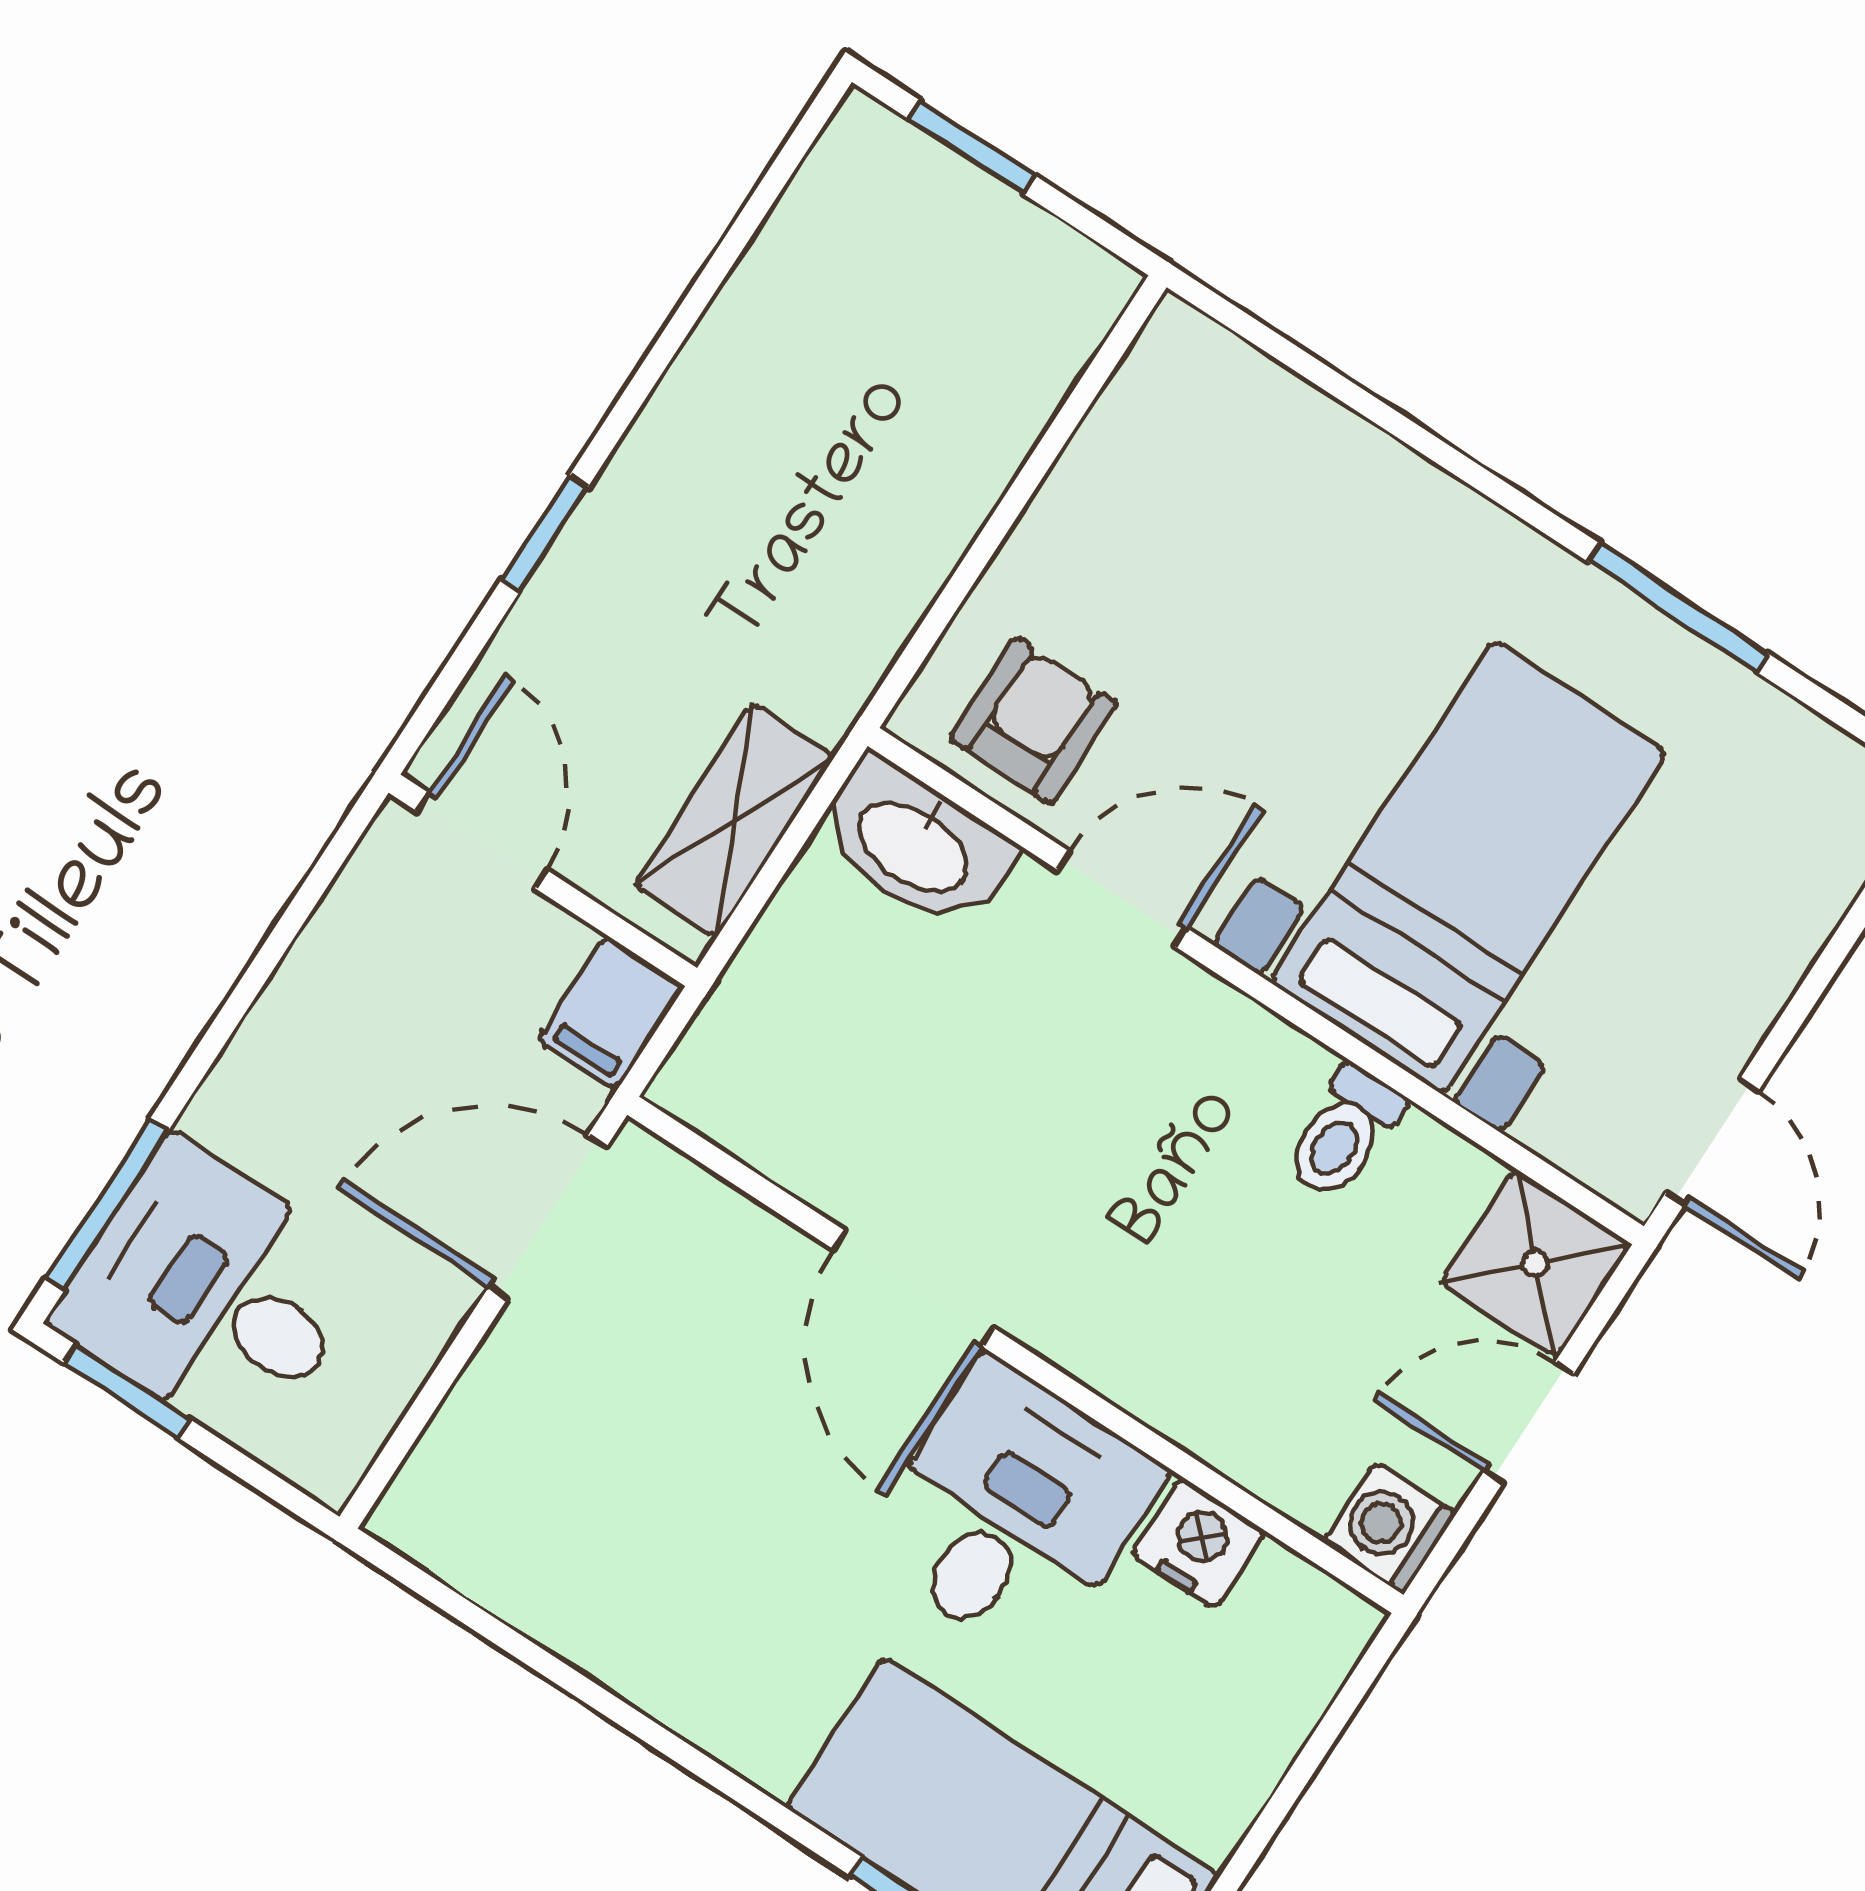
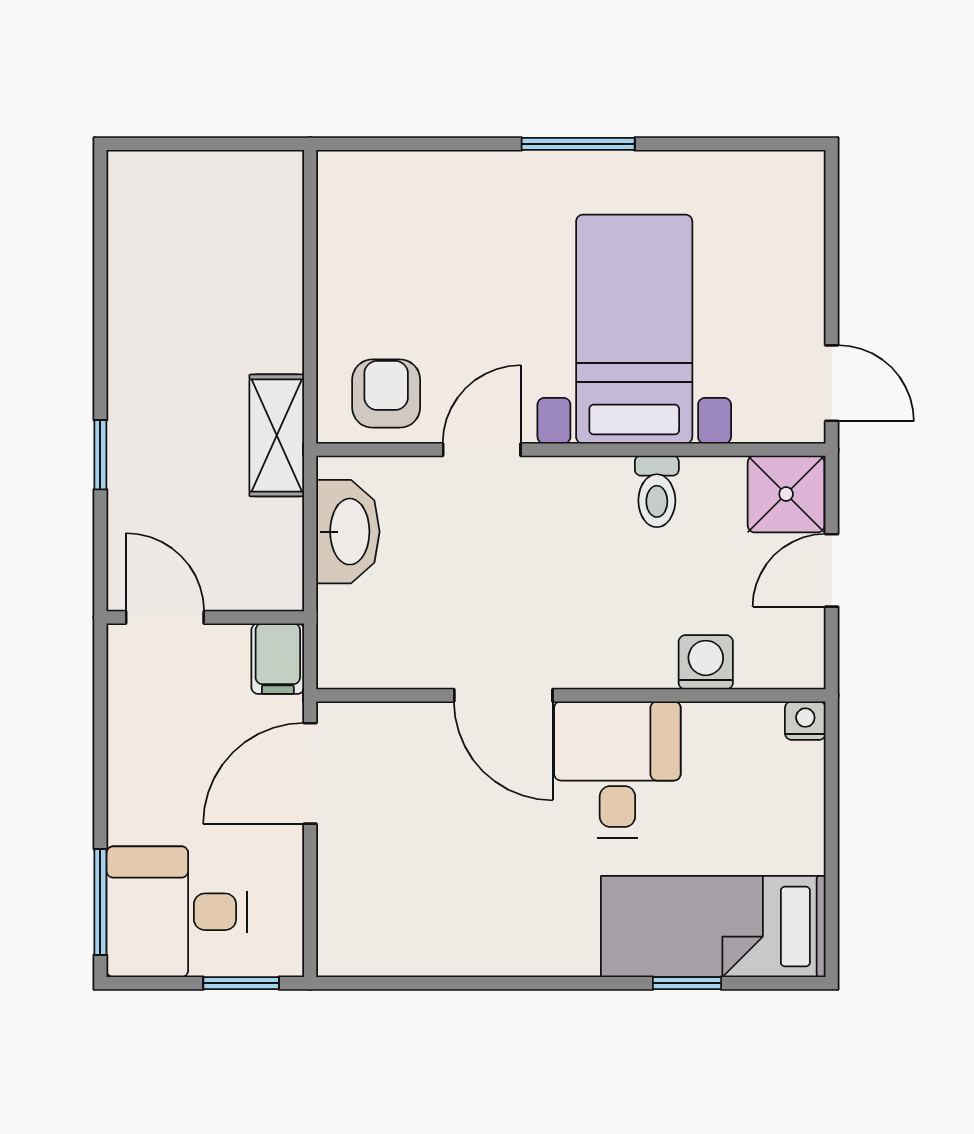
window: (972, 147) -> (182, 144), removed
window: (1678, 608) -> (578, 144), moved
shelving: (735, 820) -> (277, 435), moved
washbasin: (914, 844) -> (348, 532), moved, turned -90
window: (127, 1391) -> (241, 983), moved
washing machine: (1389, 1528) -> (706, 662), moved, turned 90
nightstand: (1198, 1543) -> (805, 721), moved, width x0.72, depth x0.74

